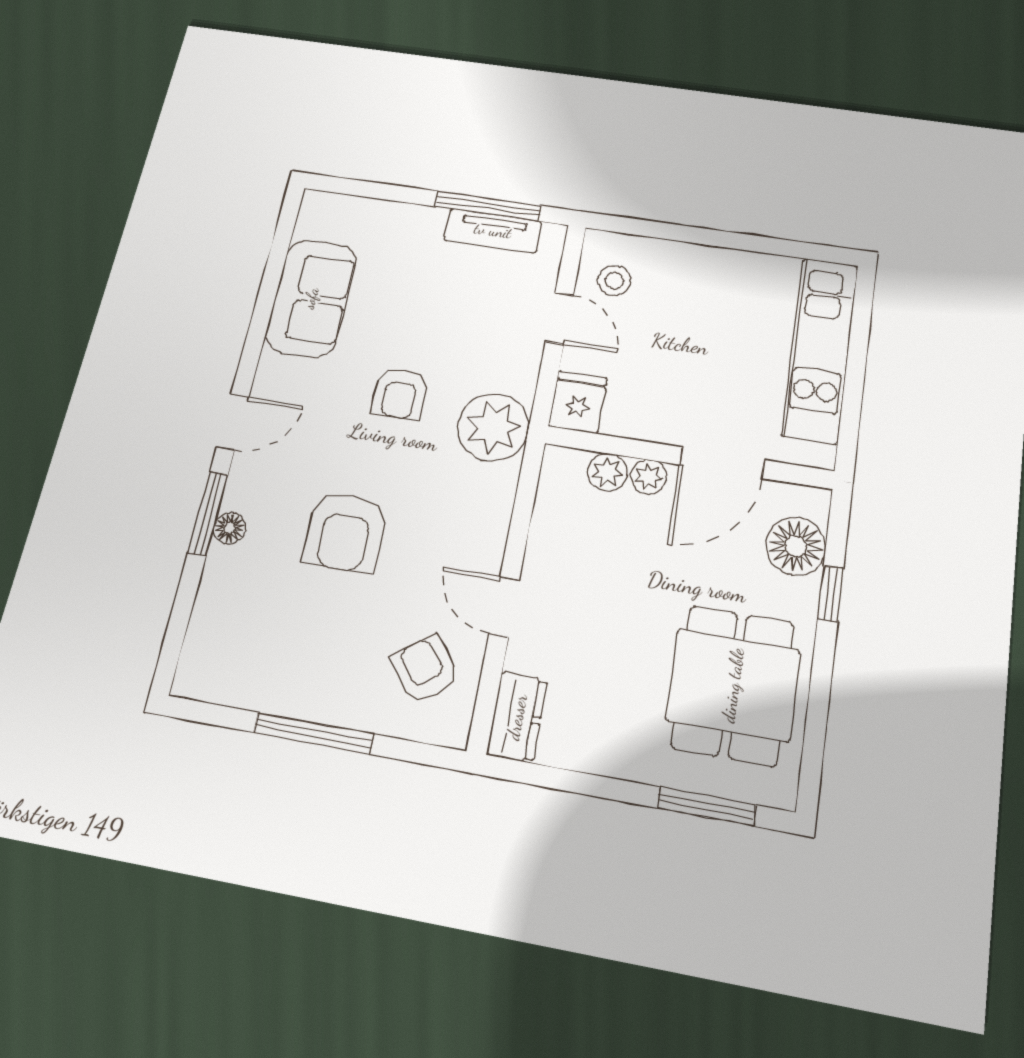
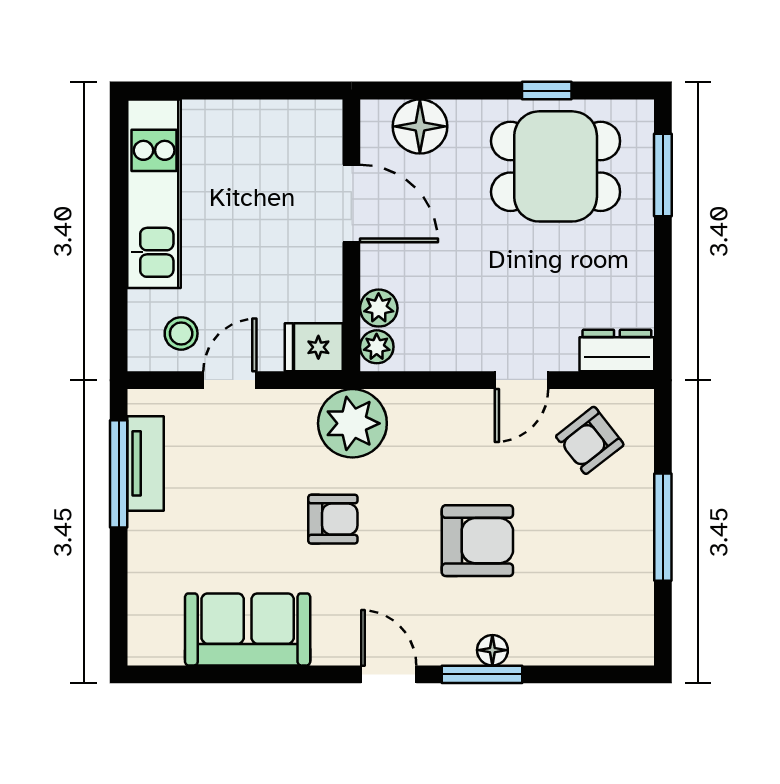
kitchen unit: (820, 349) -> (154, 194), moved, turned -90
plant: (649, 477) -> (377, 347), moved
window: (831, 594) -> (547, 91), moved

